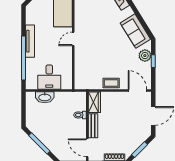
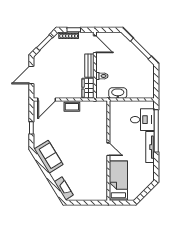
door: (73, 39) -> (108, 149), hinge flipped
plant: (145, 56) -> (39, 133), removed
desk: (49, 77) -> (142, 120), moved, turned 90
door: (137, 90) -> (47, 100), hinge flipped
washbasin: (45, 97) -> (118, 93), moved

